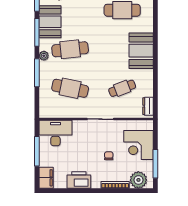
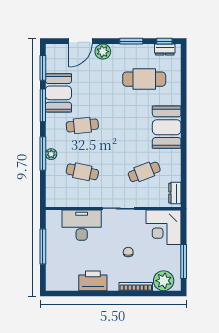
cafe table: (70, 49) -> (82, 125), width x0.73, depth x0.74
plant: (44, 56) -> (51, 154), moved
cafe table: (70, 88) -> (82, 172), width x0.73, depth x0.74
desk: (55, 133) -> (82, 225), moved
corner desk: (138, 145) -> (164, 227), moved
filing cabinet: (46, 178) -> (54, 278), removed

